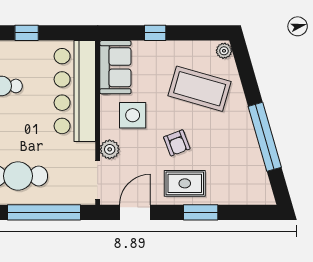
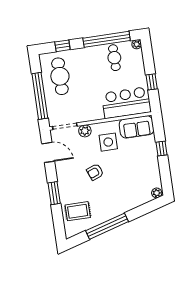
window: (27, 33) -> (152, 82), moved
coffee table: (200, 89) -> (131, 181), removed
bar counter: (75, 91) -> (126, 103), width x0.73
rug: (185, 183) -> (78, 211), moved, turned 90

